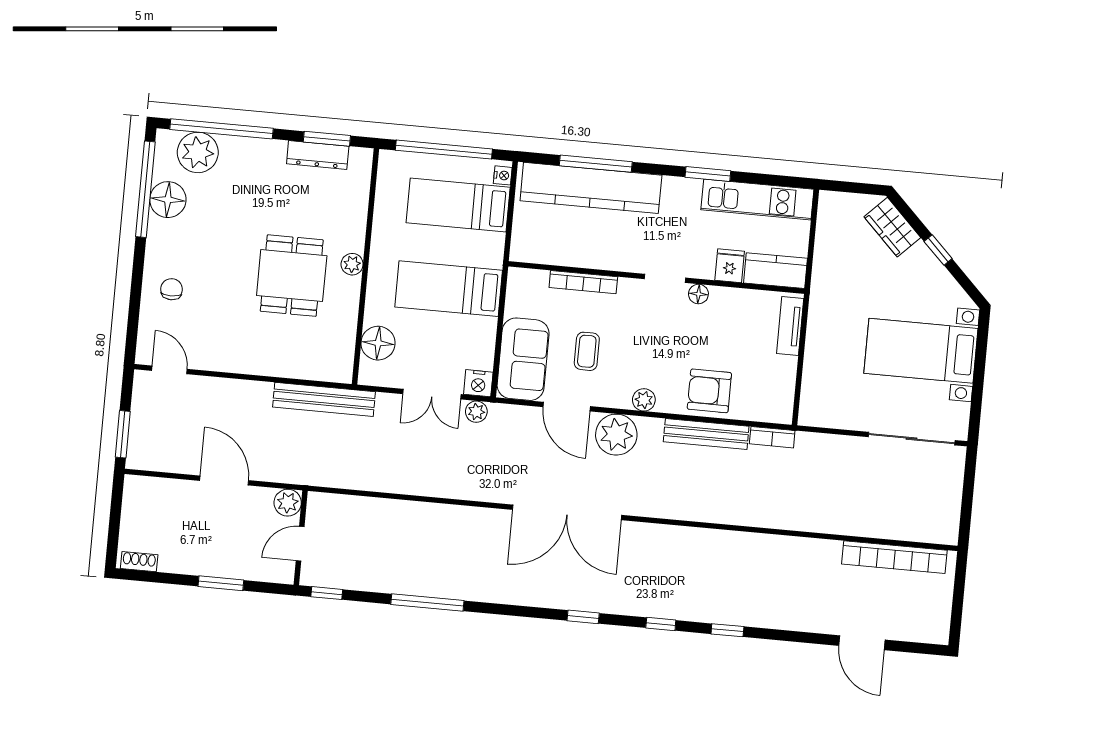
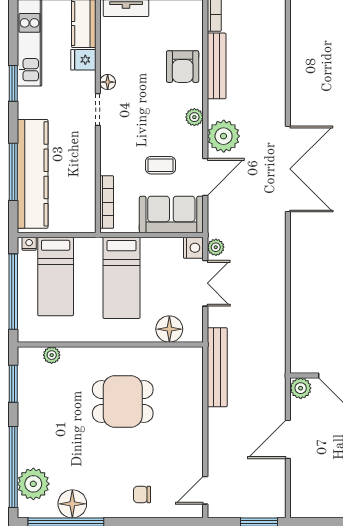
dresser: (318, 155) -> (27, 390), removed
plant: (352, 264) -> (52, 355), moved
bookcase: (583, 282) -> (107, 202), moved

